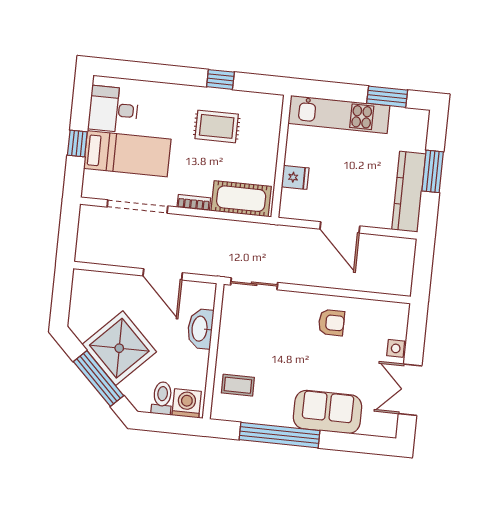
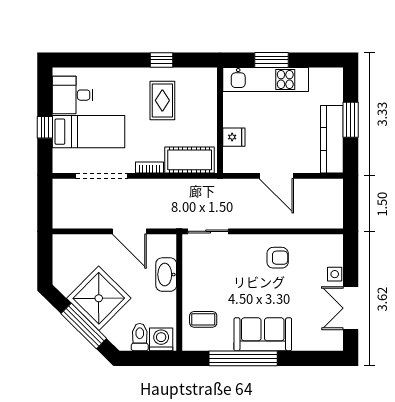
window: (387, 97) -> (272, 60), moved
rug: (217, 126) -> (162, 100), turned 90
sofa: (328, 412) -> (263, 334), moved

